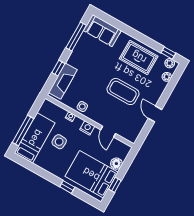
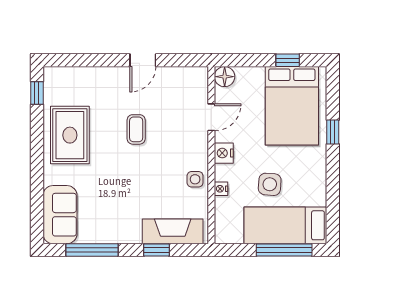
plant: (170, 63) -> (52, 82), removed
plant: (167, 77) -> (75, 75), removed
coffee table: (123, 91) -> (136, 129), width x0.54, depth x0.58
floor lamp: (116, 164) -> (225, 77), moved

